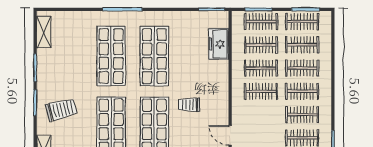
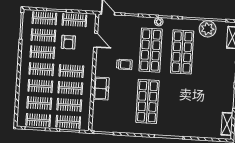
freezer: (219, 44) -> (101, 89), moved
shop shelf: (111, 56) -> (179, 103), removed
trolley: (61, 110) -> (218, 67), removed
armchair: (267, 130) -> (68, 42), added

